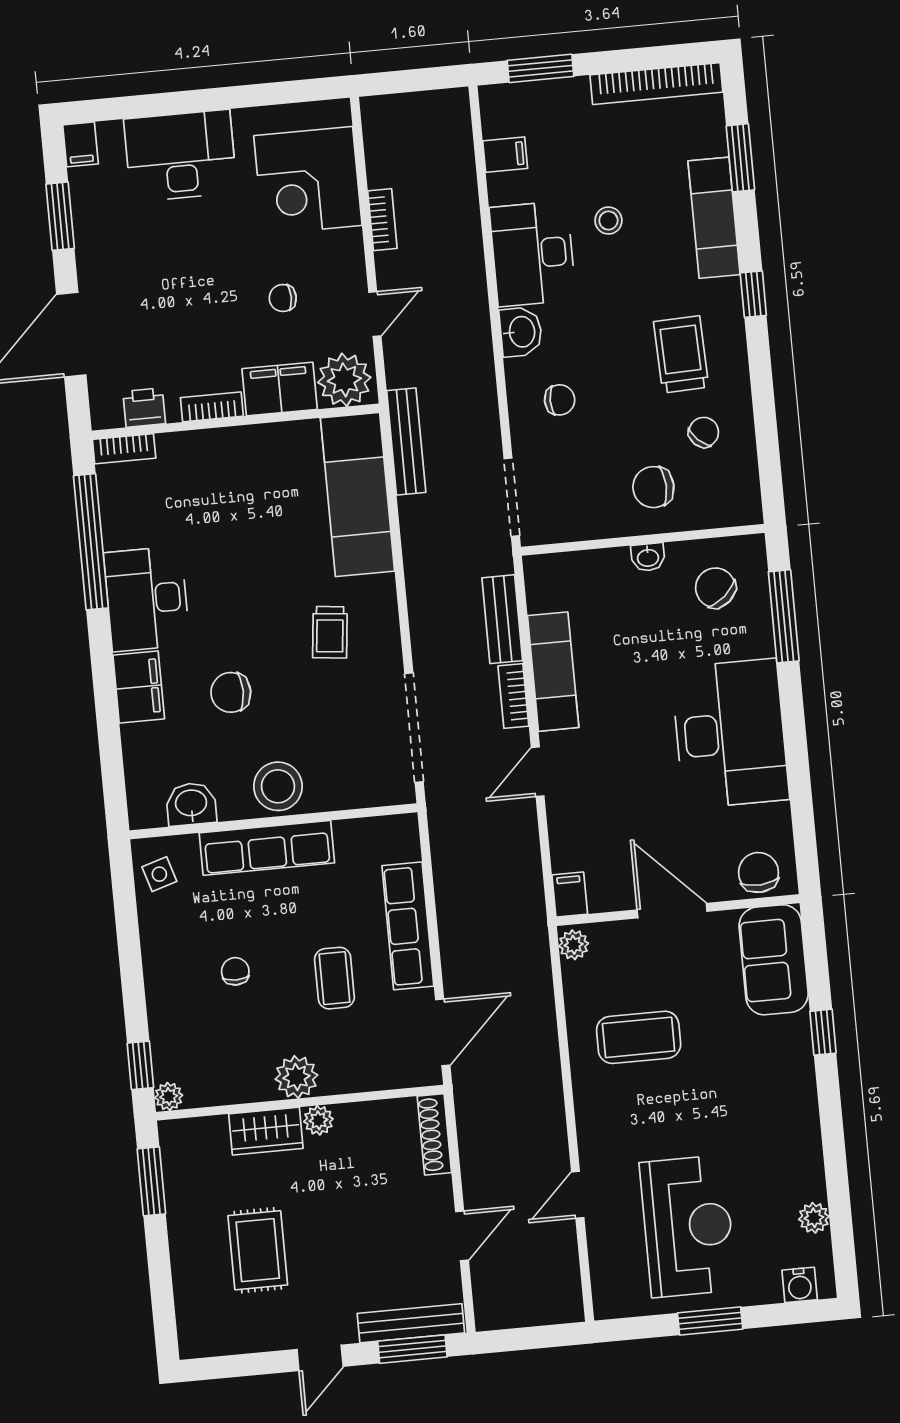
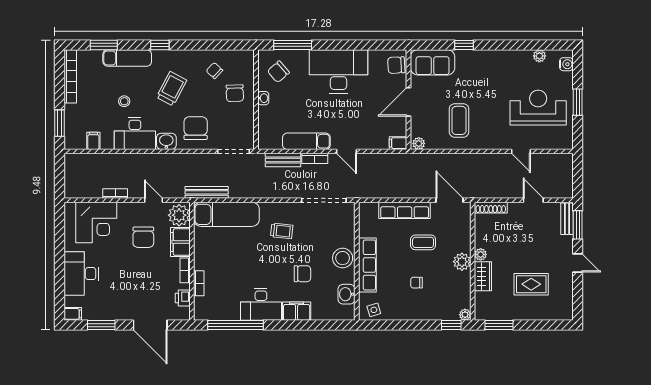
chair: (283, 298) -> (143, 237), width x1.87, depth x1.87
trolley: (681, 354) -> (172, 89), moved, turned 120
chair: (560, 400) -> (196, 128), width x1.87, depth x1.87
bookcase: (124, 449) -> (199, 283), moved
chair: (231, 692) -> (302, 274), turned -90
bench: (411, 1323) -> (567, 219), width x0.73

